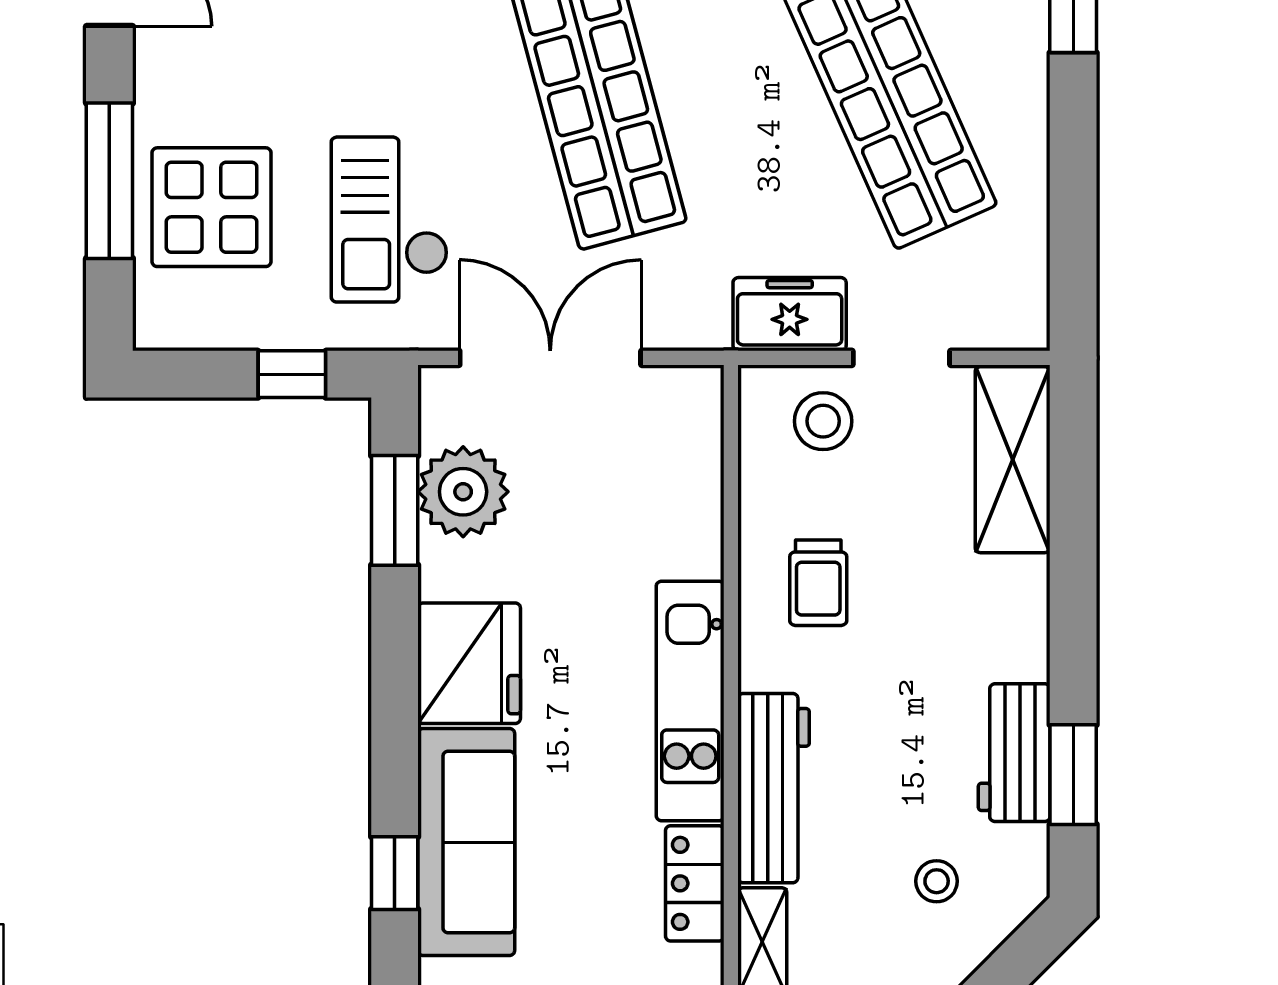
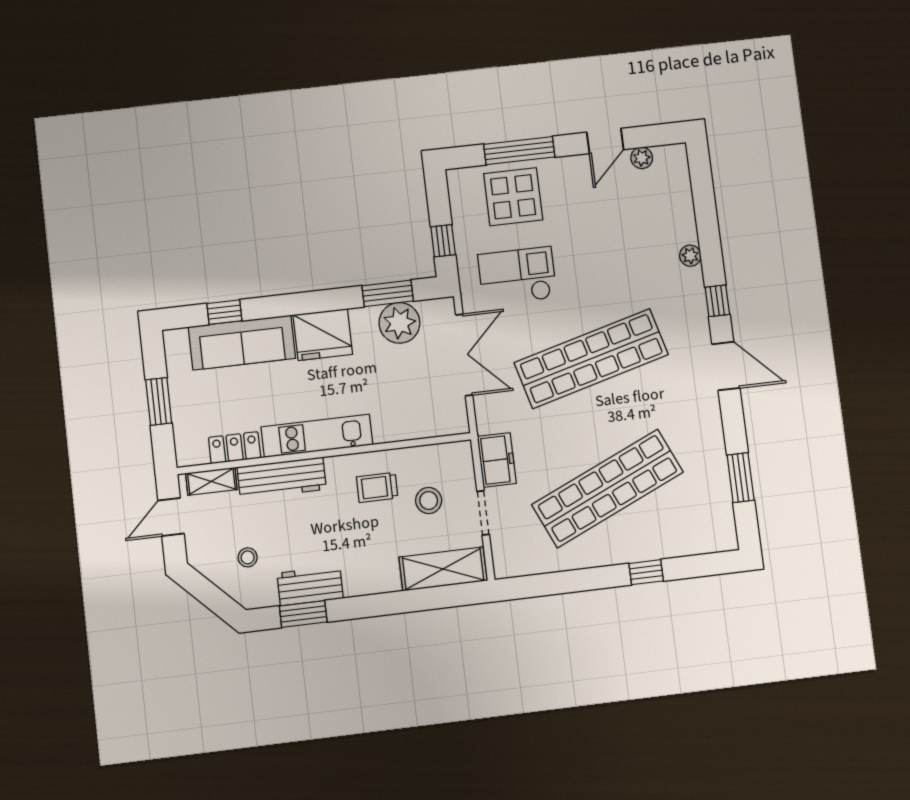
stool: (823, 421) -> (429, 500), moved

